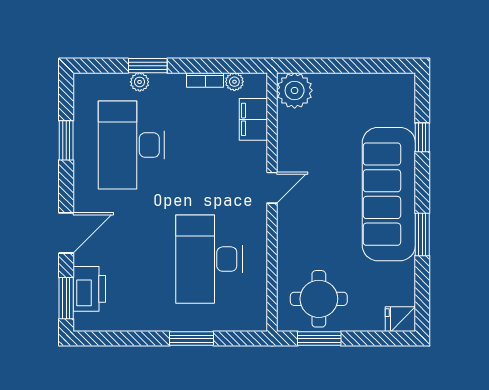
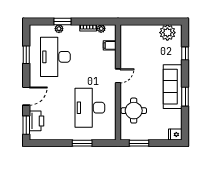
plant: (295, 90) -> (167, 33), moved
filing cabinet: (253, 119) -> (110, 45), width x0.50
sofa: (389, 194) -> (173, 87), width x0.74, depth x0.79
round table: (319, 299) -> (134, 111), moved

